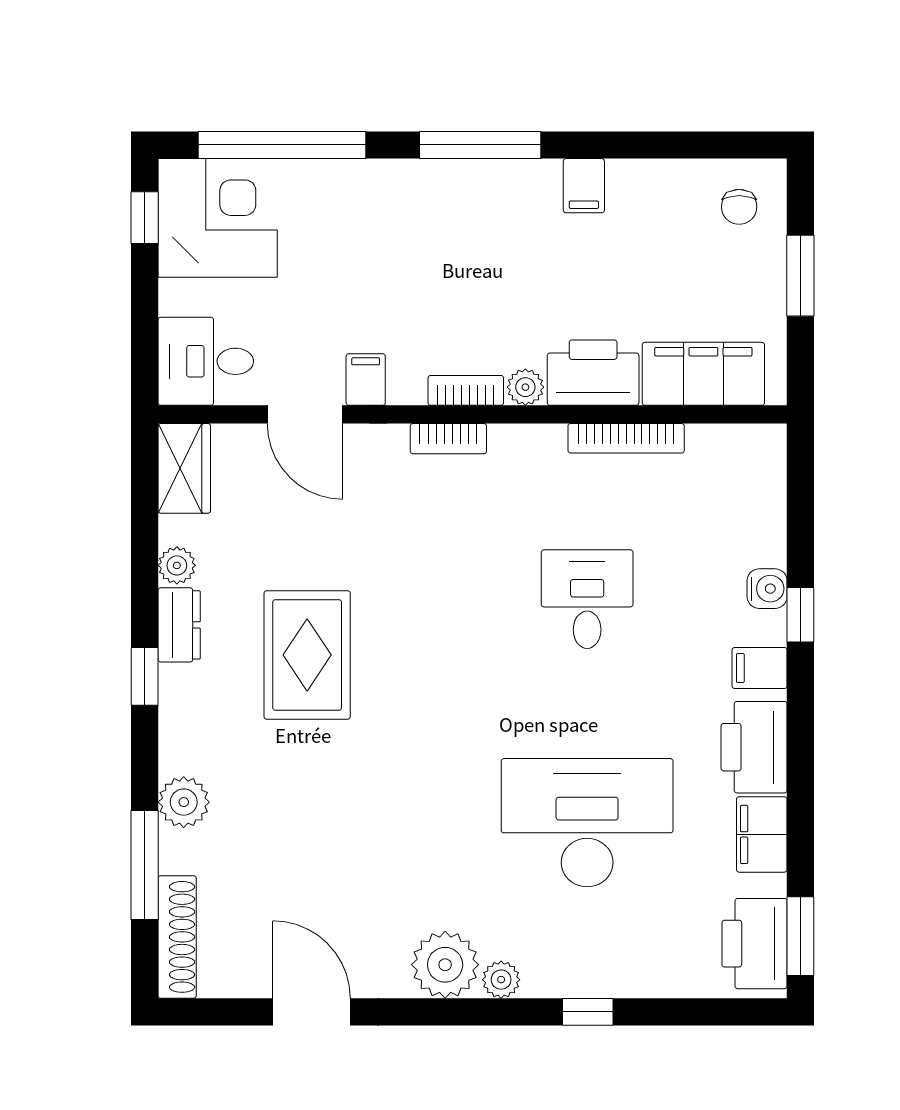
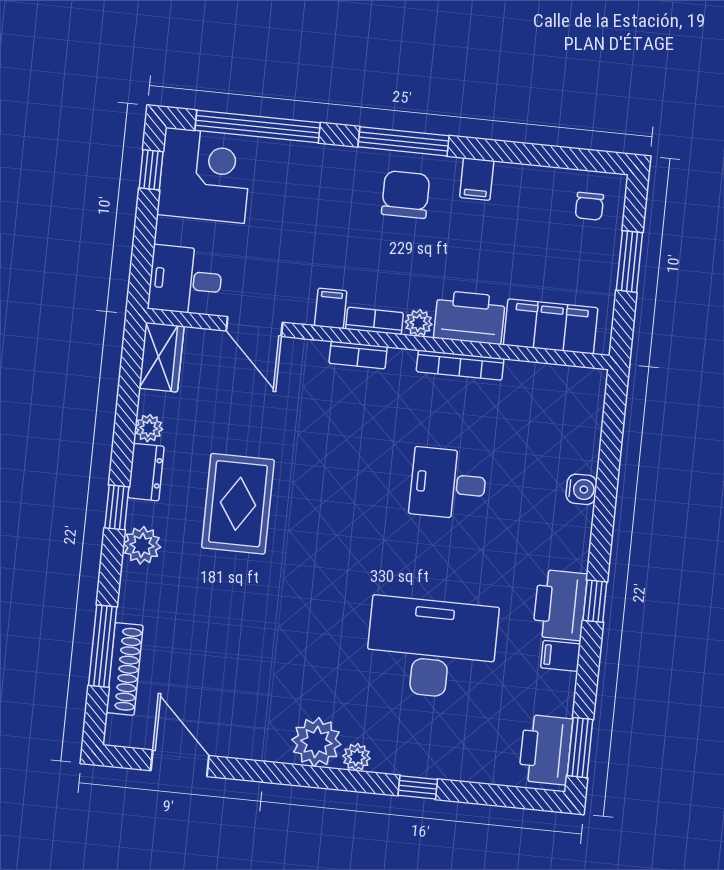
chair: (490, 216) -> (406, 195), added
filing cabinet: (366, 380) -> (331, 308), moved
bookcase: (626, 438) -> (460, 365), moved
desk: (587, 599) -> (448, 484), turned -90
window: (800, 615) -> (595, 601), moved
filing cabinet: (760, 668) -> (570, 547), removed
plant: (184, 802) -> (142, 545), moved
filing cabinet: (762, 834) -> (561, 656), width x0.50
shoe rack: (177, 937) -> (125, 669), moved
door: (312, 1012) -> (180, 763), moved

